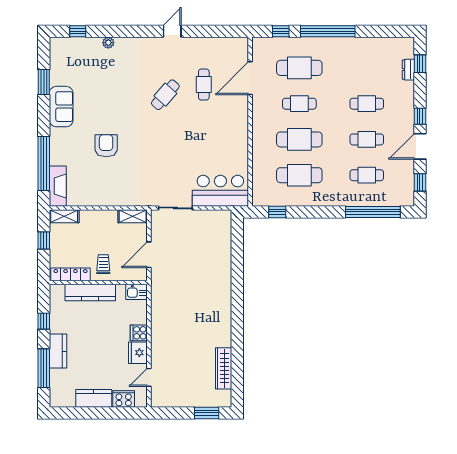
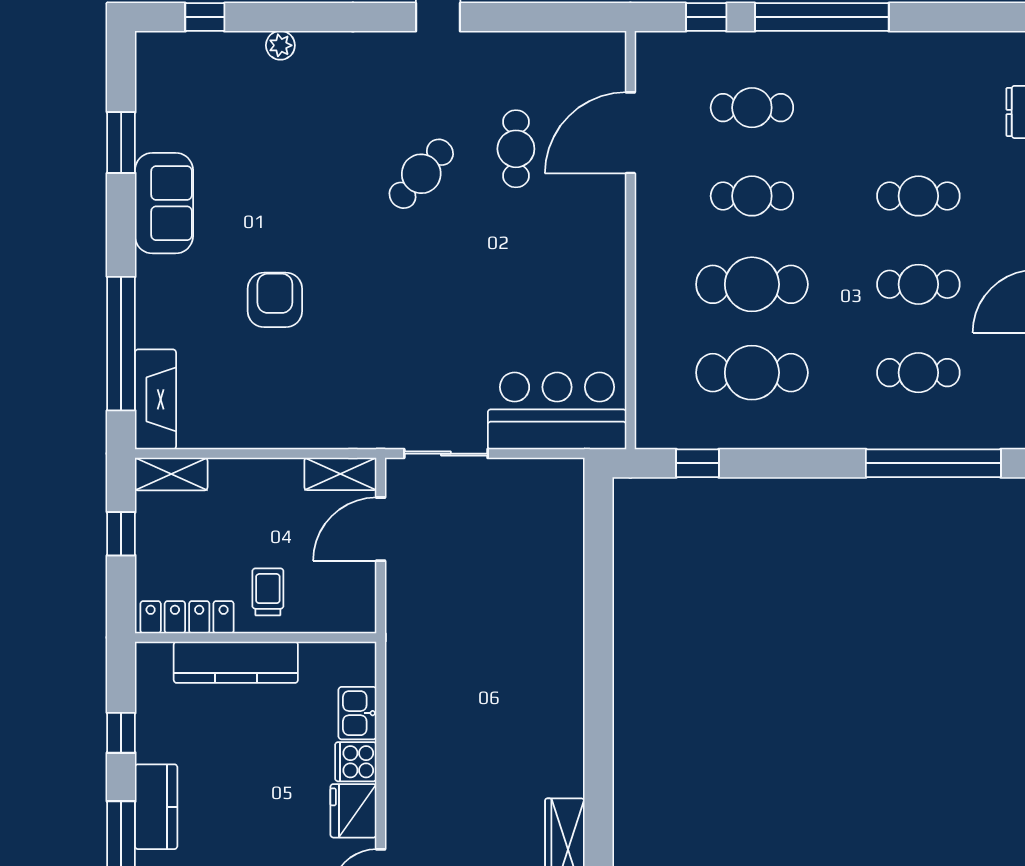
cafe table: (299, 68) -> (752, 108), width x0.73, depth x0.74
door: (149, 255) -> (381, 529), moved
kitchen sink: (137, 292) -> (357, 713), moved, turned 90

